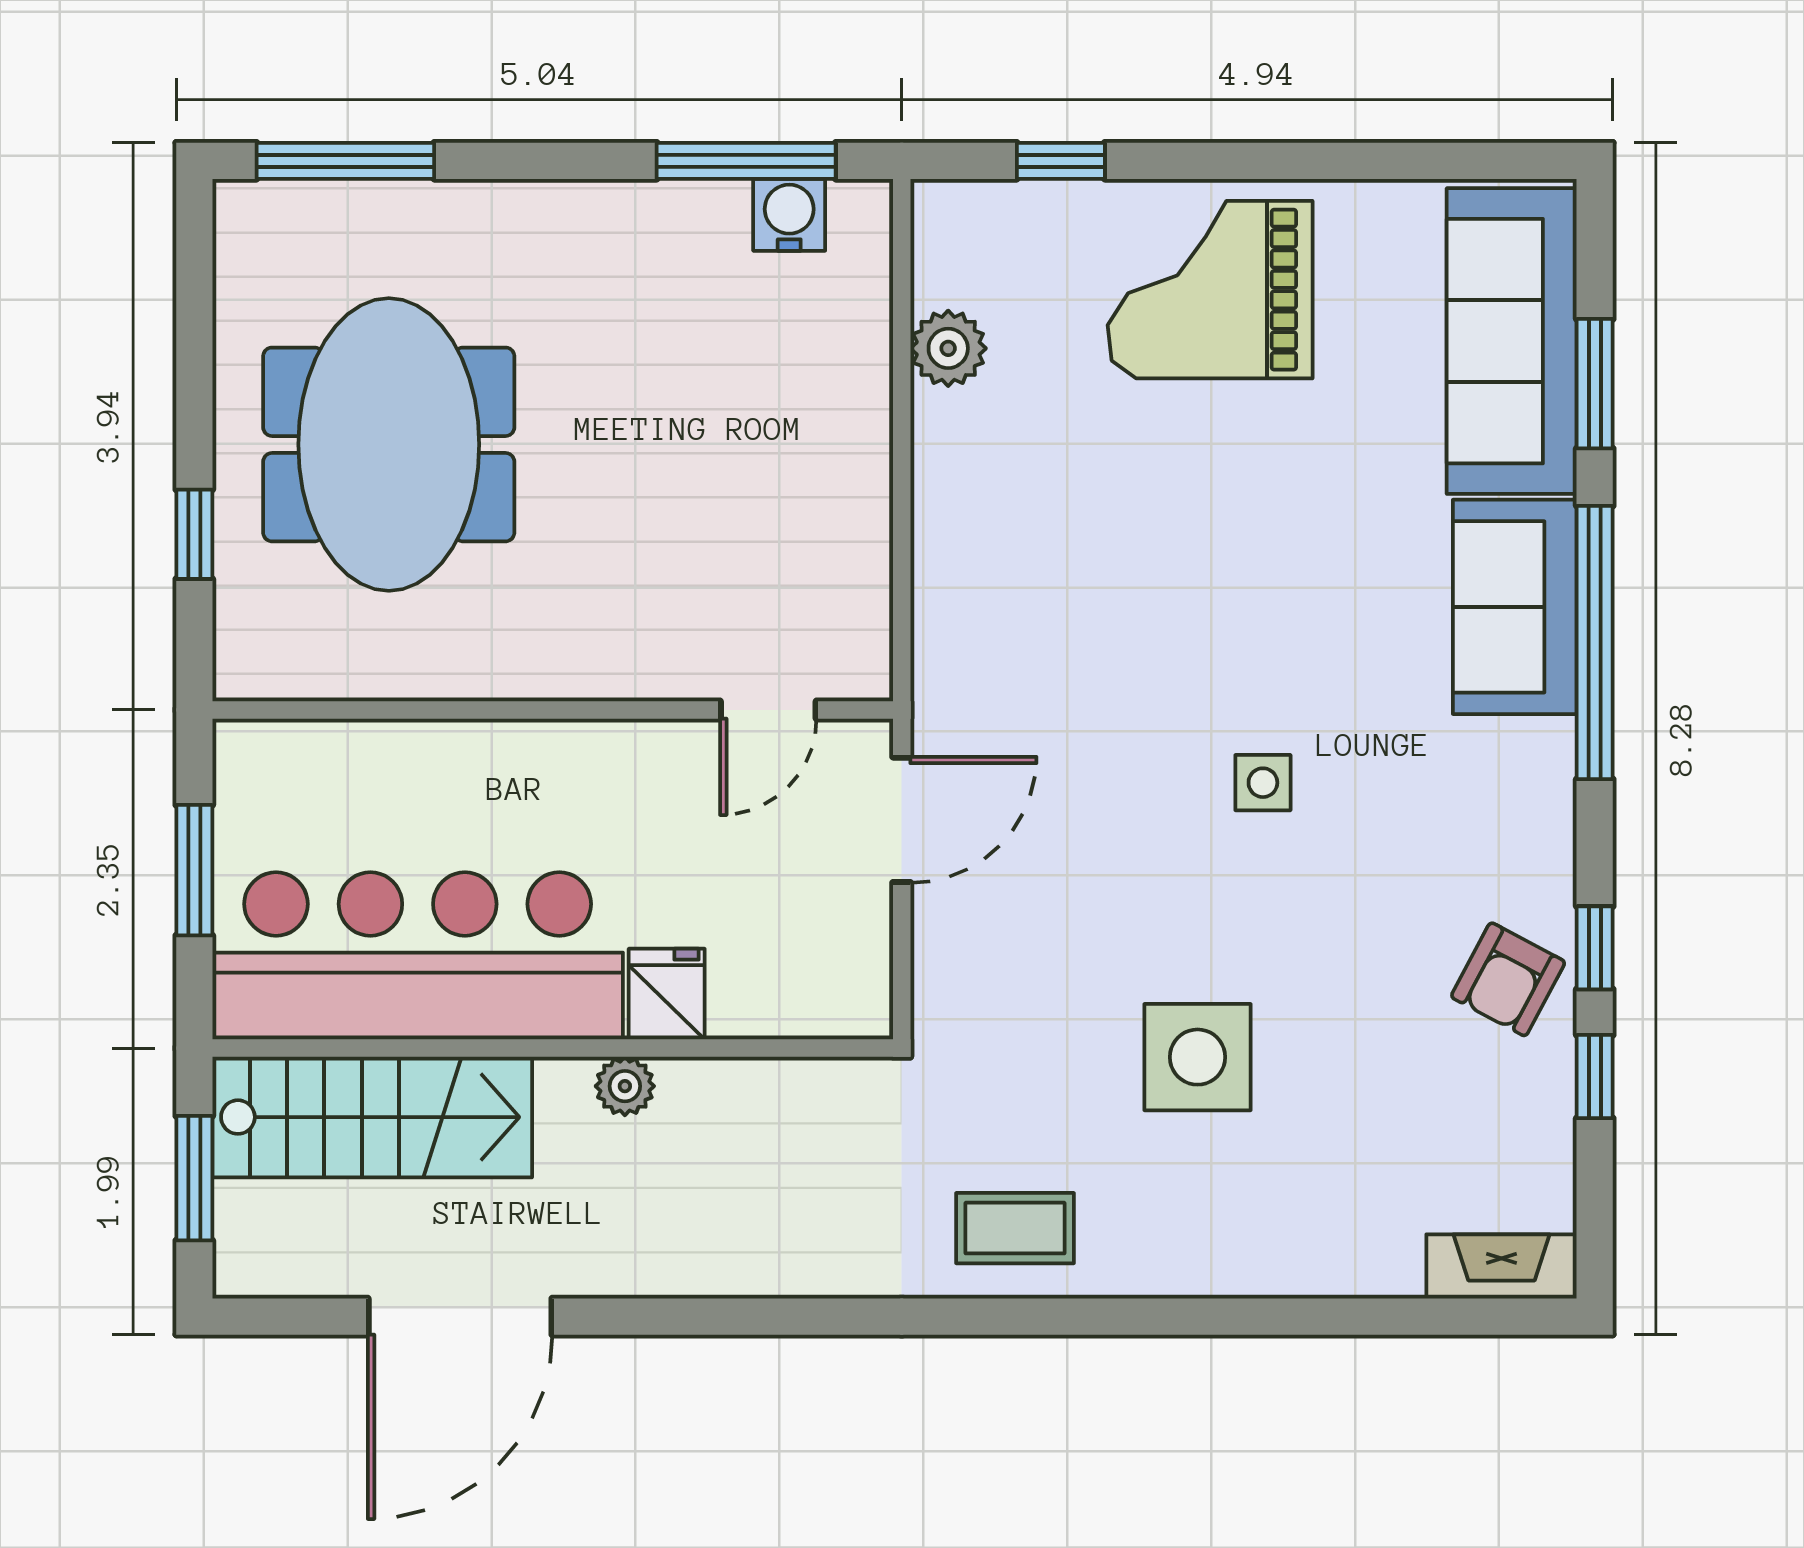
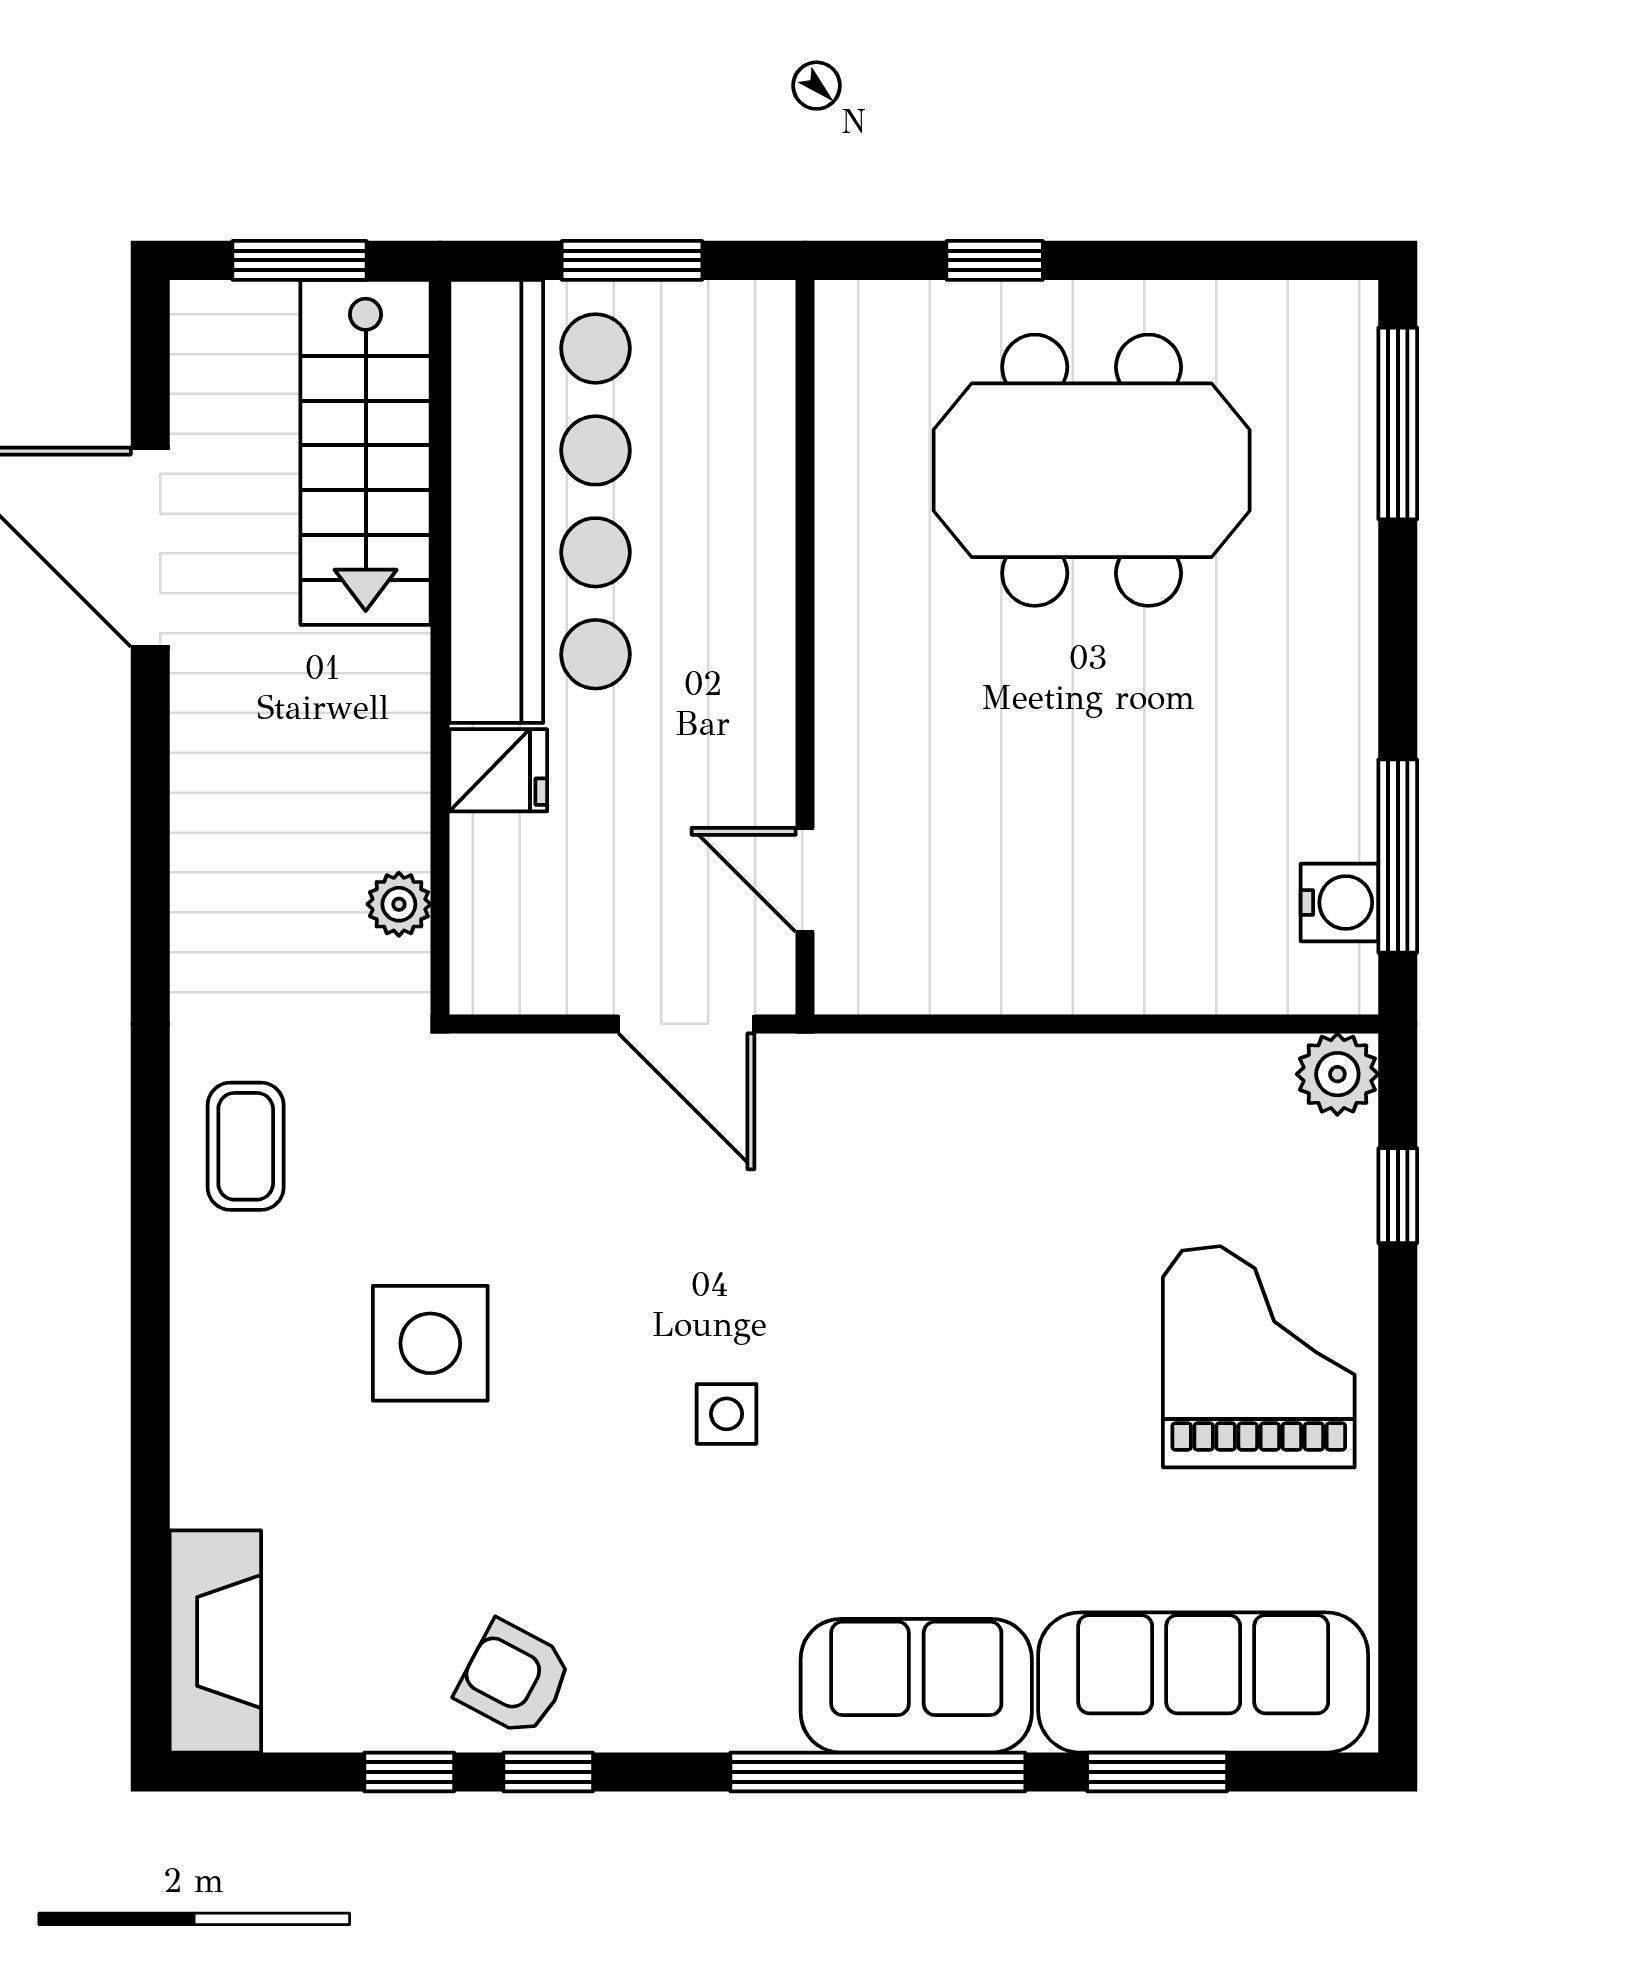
plant: (948, 348) -> (1337, 1074), moved
plant: (625, 1086) -> (399, 904), moved
fireplace: (1501, 1266) -> (215, 1641), width x1.37, depth x1.32

